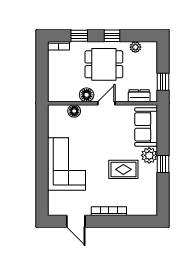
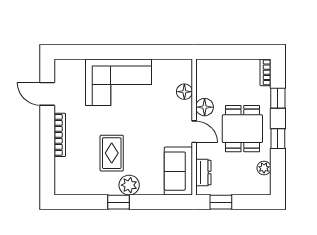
sofa: (146, 127) -> (178, 171), moved, turned -90
door: (76, 221) -> (47, 94), hinge flipped

